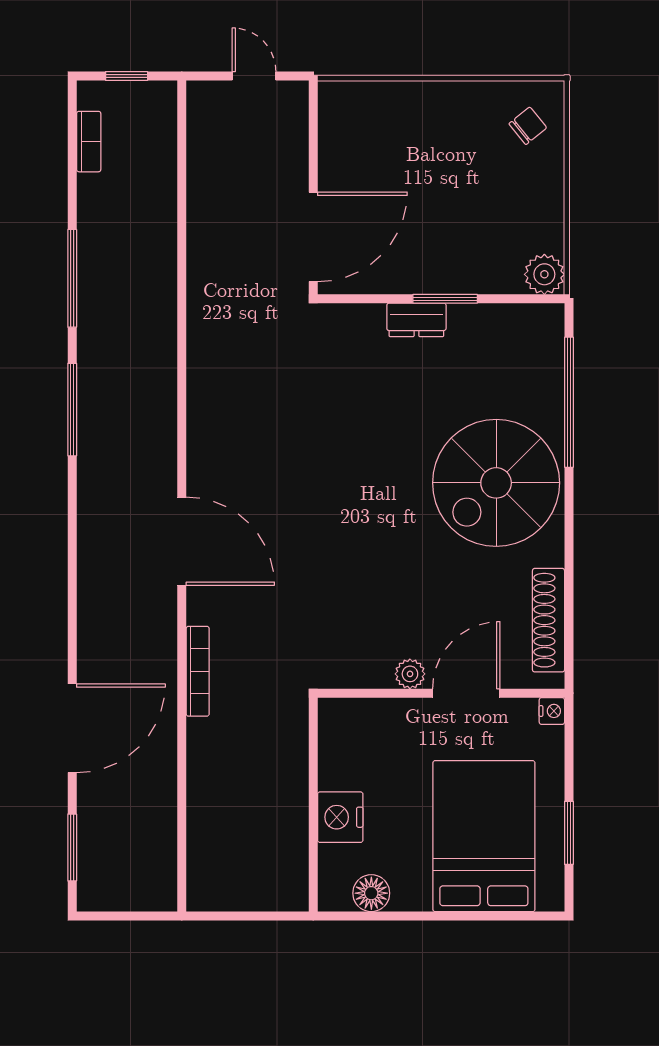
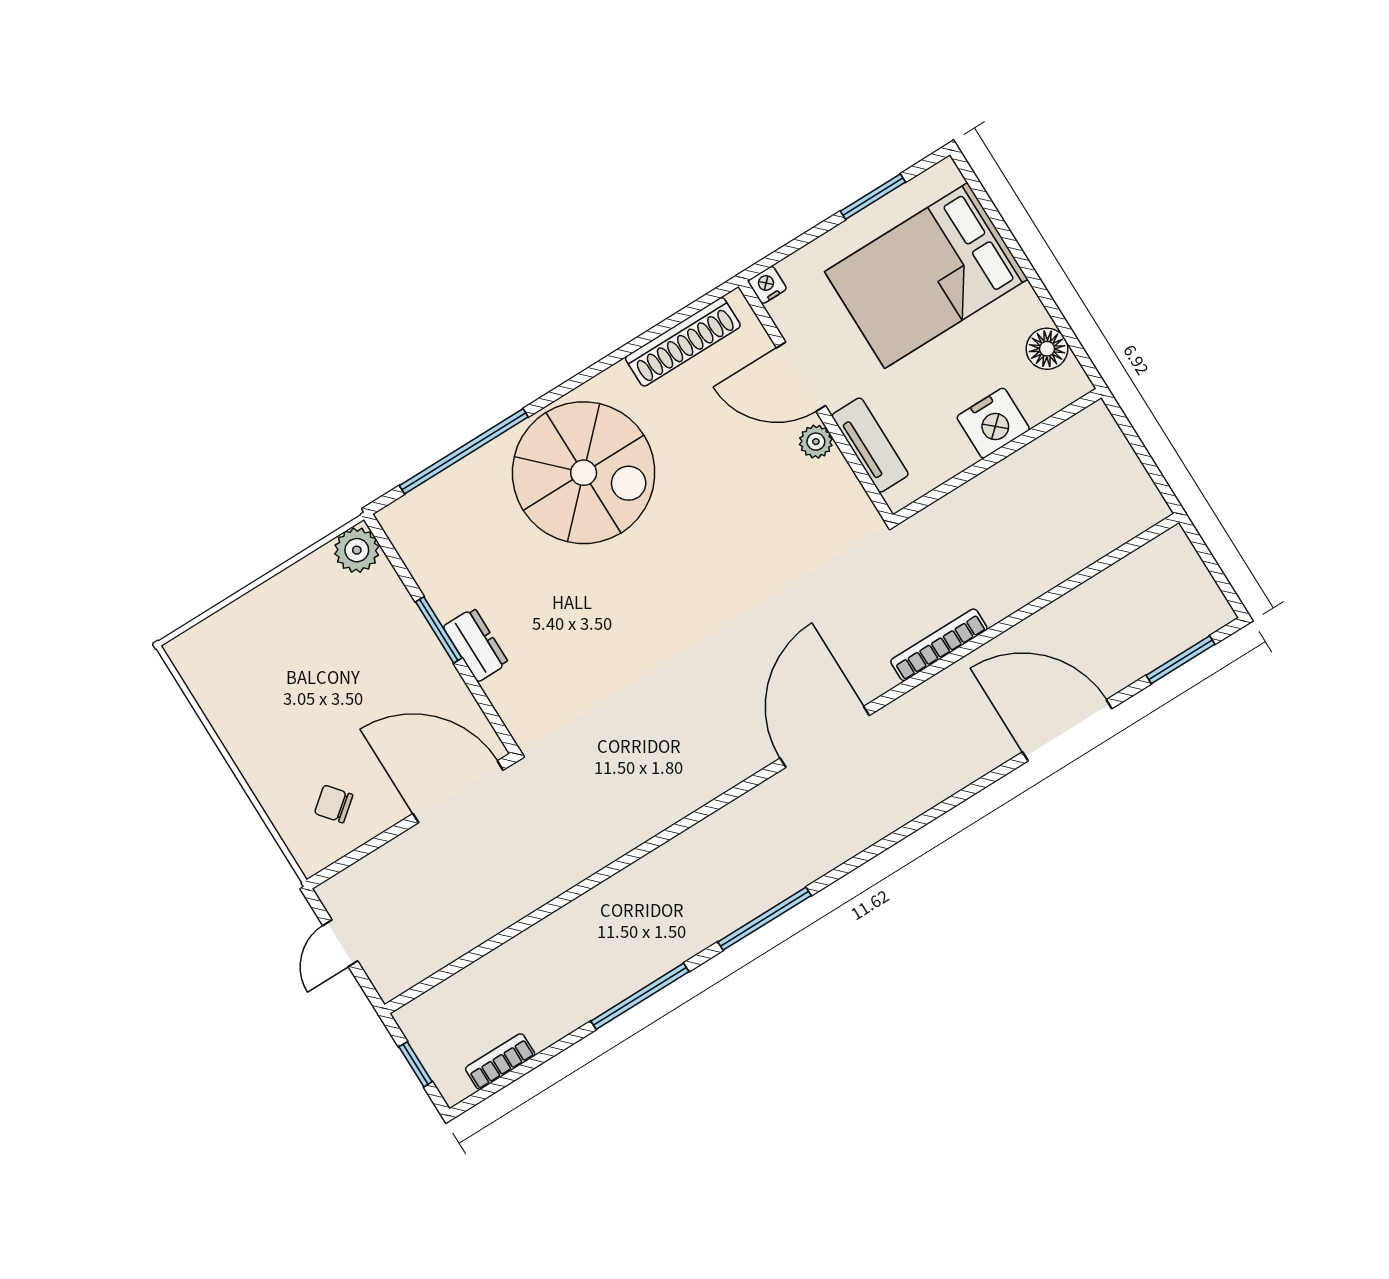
chair: (528, 126) -> (334, 804), moved
tv unit: (382, 713) -> (870, 445), added

